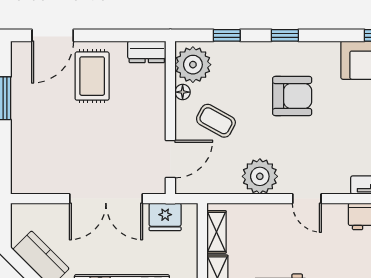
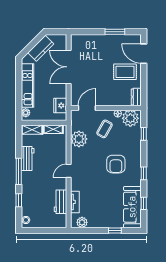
window: (285, 35) -> (144, 173), moved
door: (170, 159) -> (87, 108), swing flipped
plant: (260, 176) -> (79, 139), moved
double door: (106, 199) -> (69, 67), moved

